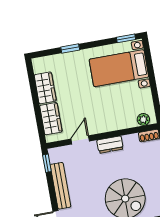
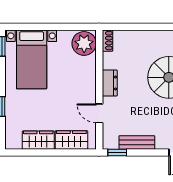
plant: (143, 119) -> (84, 43), width x1.87, depth x1.87
bench: (60, 186) -> (137, 143), width x0.73

